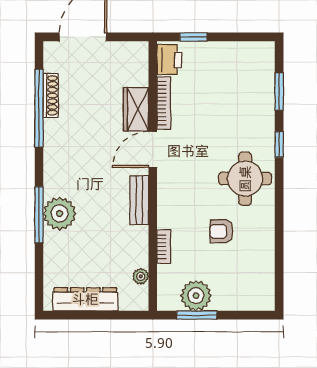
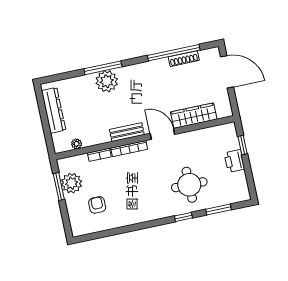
printer: (169, 60) -> (234, 161), moved, turned 90
bookcase: (164, 103) -> (129, 149), moved
wardrobe: (136, 109) -> (194, 116), width x1.50
round table: (245, 179) -> (189, 185), moved
armchair: (222, 231) -> (97, 205), moved

